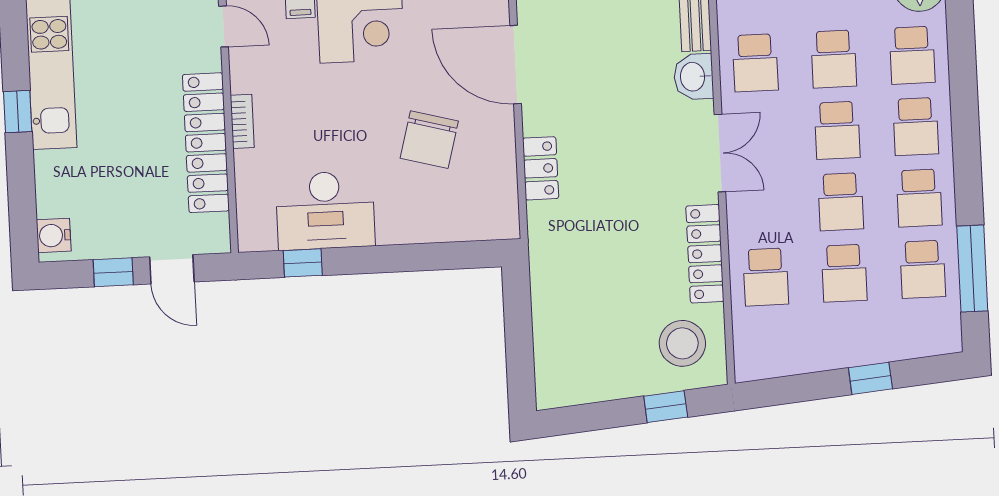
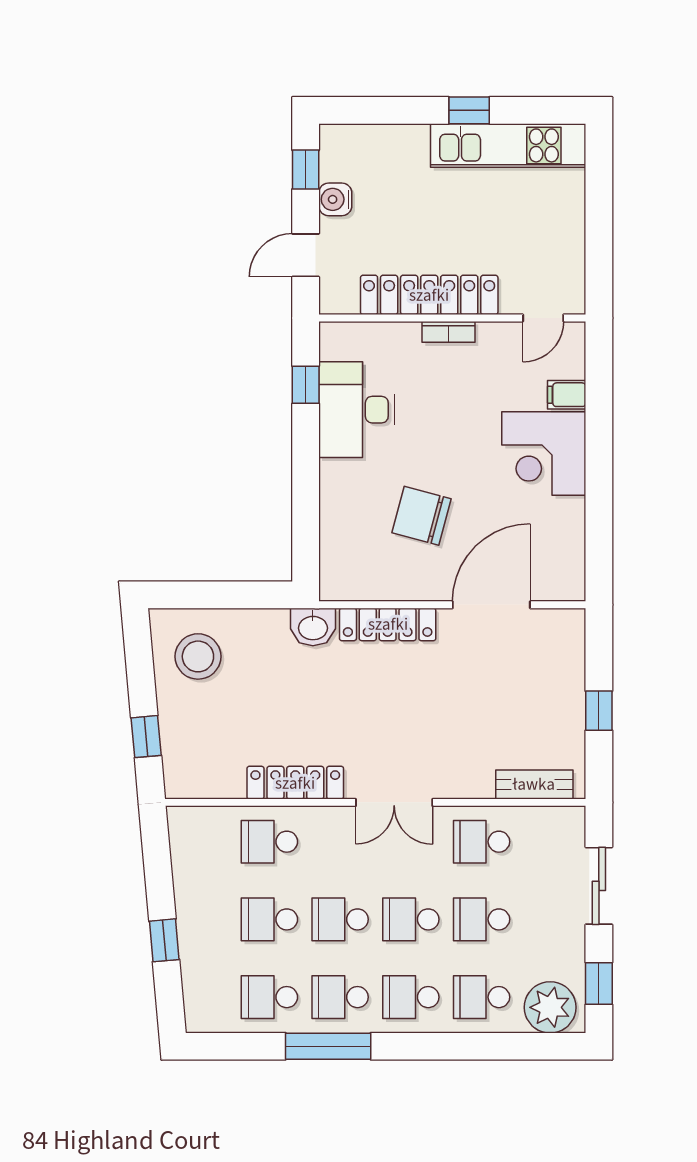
washbasin: (694, 77) -> (313, 627), moved, turned 180
locker: (541, 168) -> (388, 624), width x1.53
water cooler: (54, 235) -> (335, 199), moved, turned -90
window: (972, 268) -> (328, 1046), moved
window: (113, 272) -> (306, 170), moved
stool: (682, 343) -> (198, 656), moved

